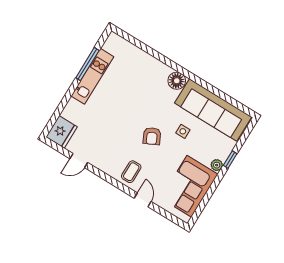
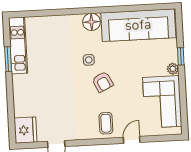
window: (87, 64) -> (8, 59), width x0.69
kitchen unit: (92, 76) -> (18, 45), moved
side table: (183, 131) -> (89, 60), moved
door: (143, 200) -> (132, 140), hinge flipped

